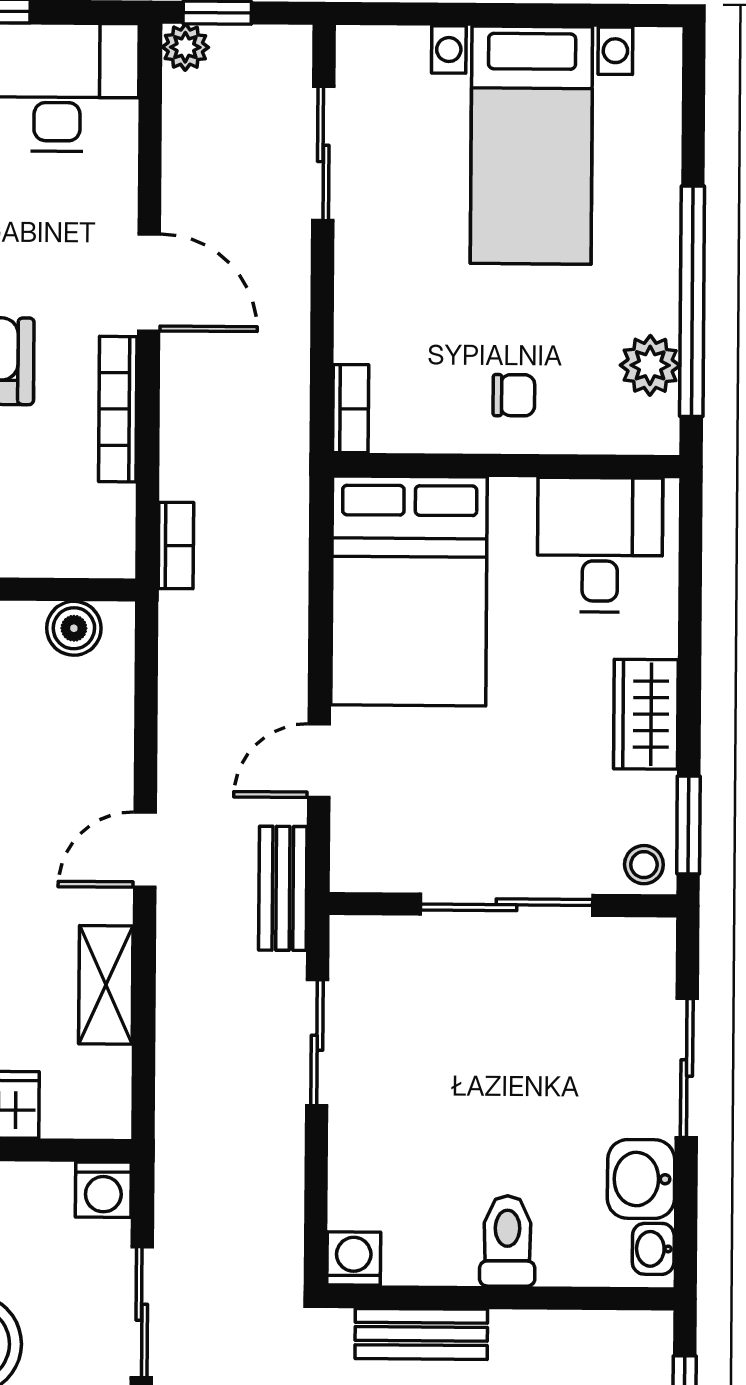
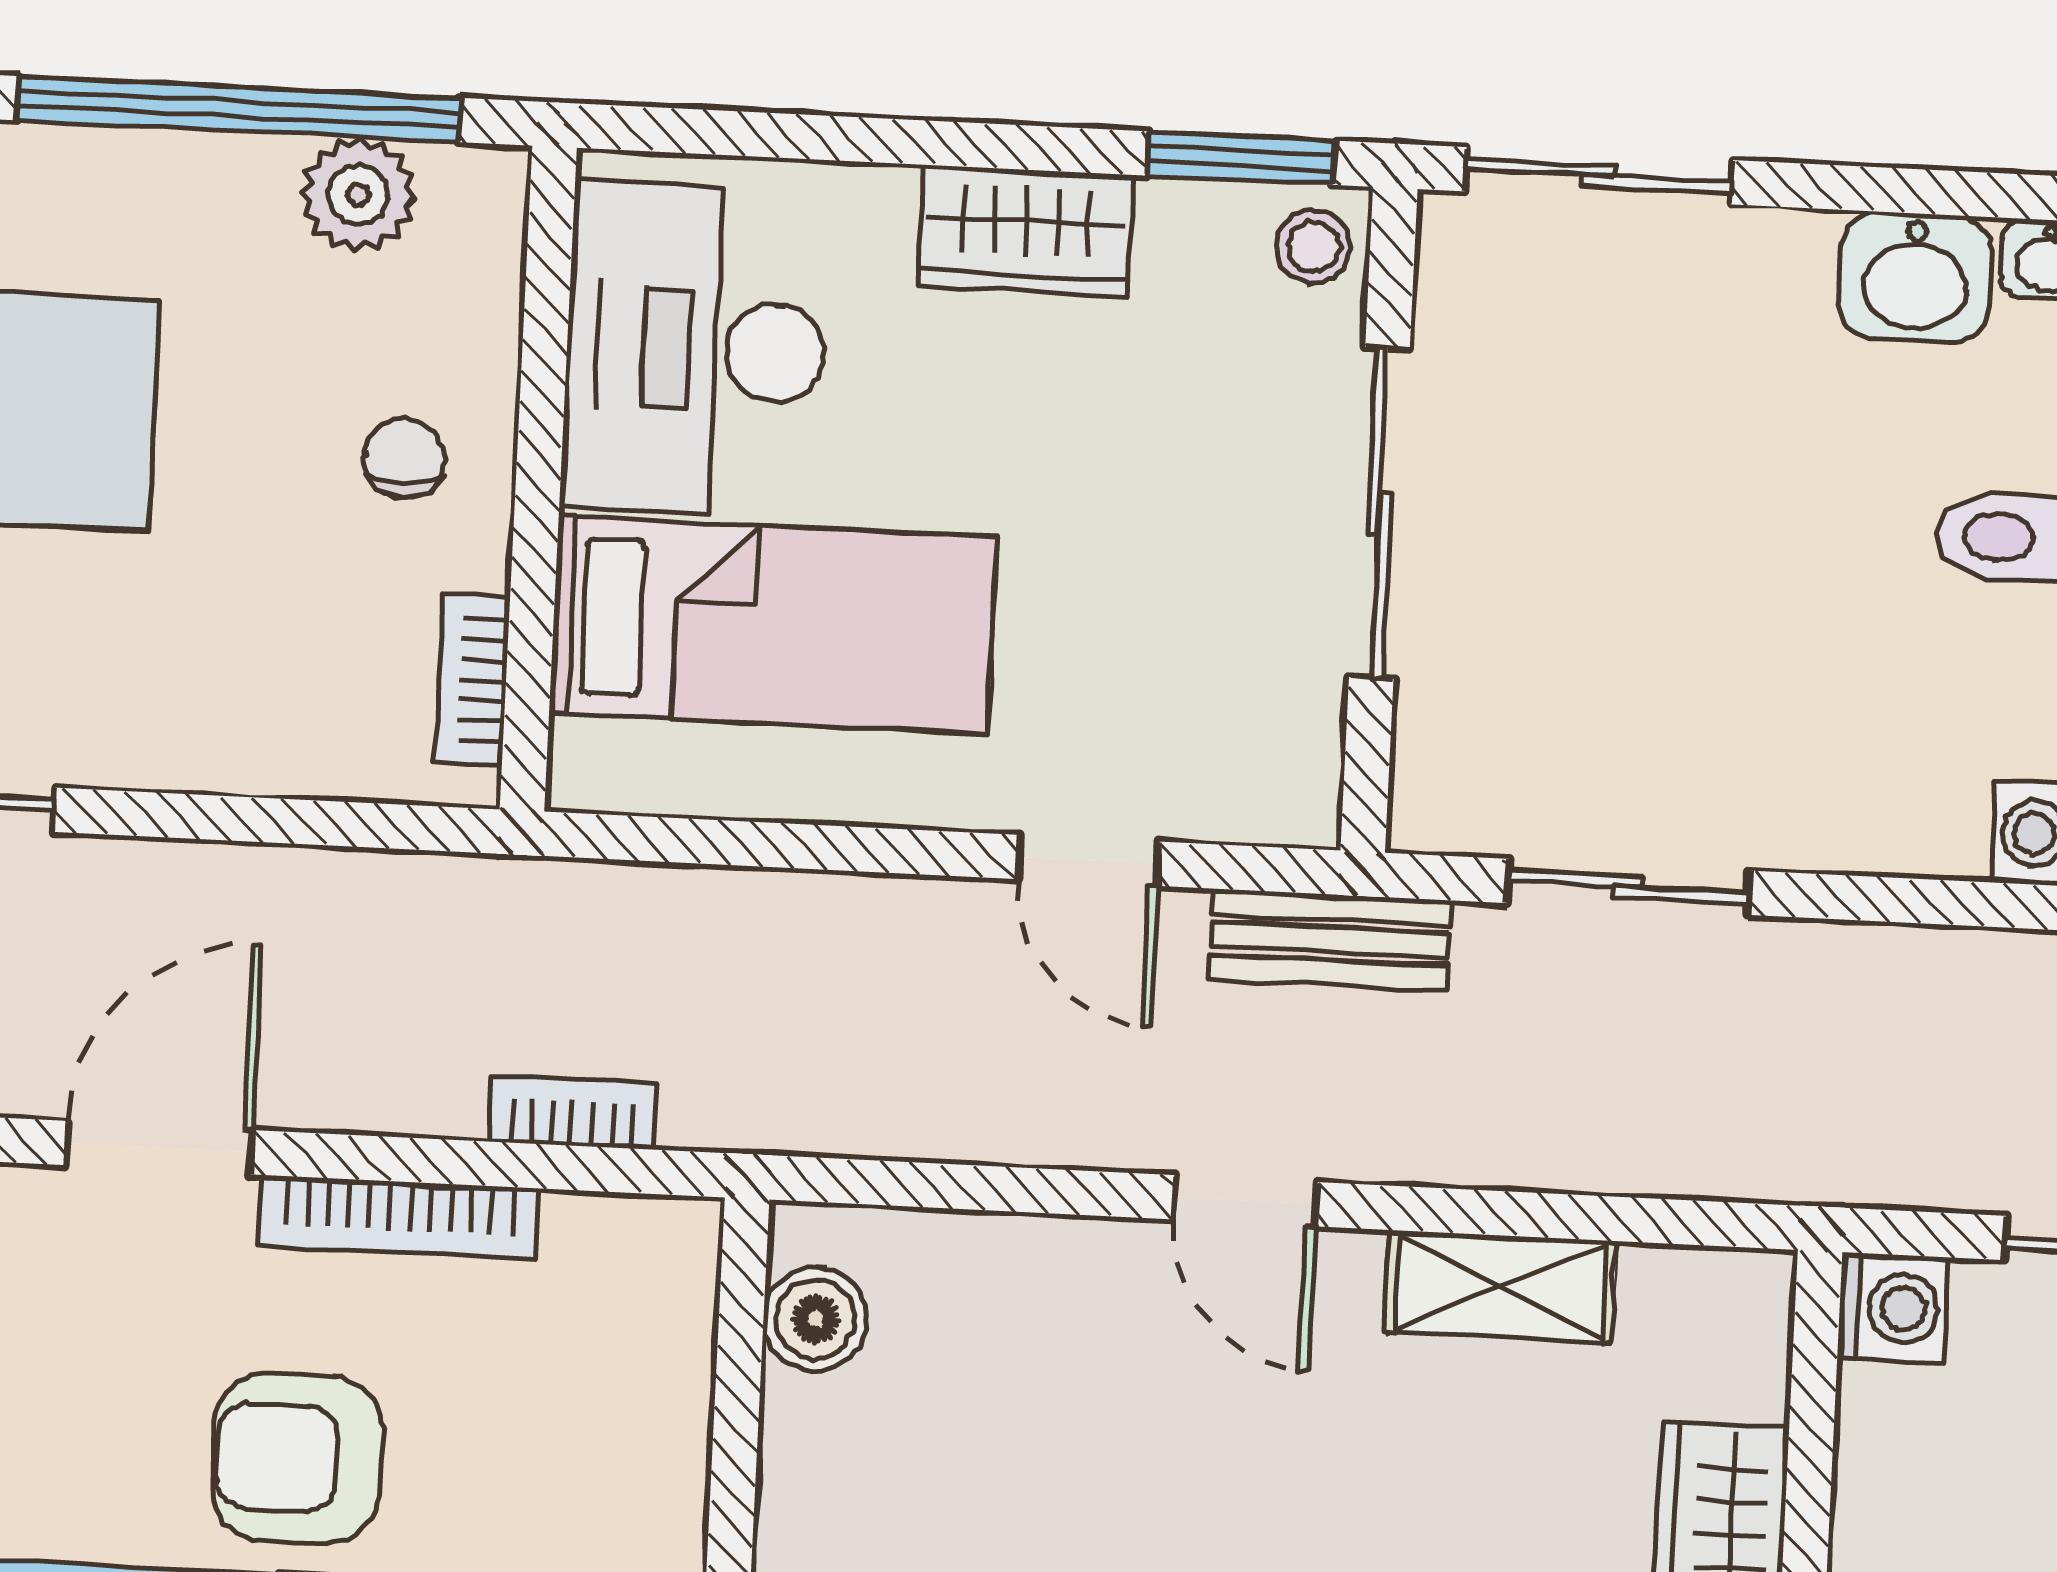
bookcase: (351, 409) -> (472, 680), moved, turned -90
bookcase: (176, 545) -> (573, 1112), moved
desk: (600, 545) -> (695, 349), width x1.37
bed: (409, 591) -> (773, 625), width x0.67
sliding door: (687, 1068) -> (1599, 176), moved

